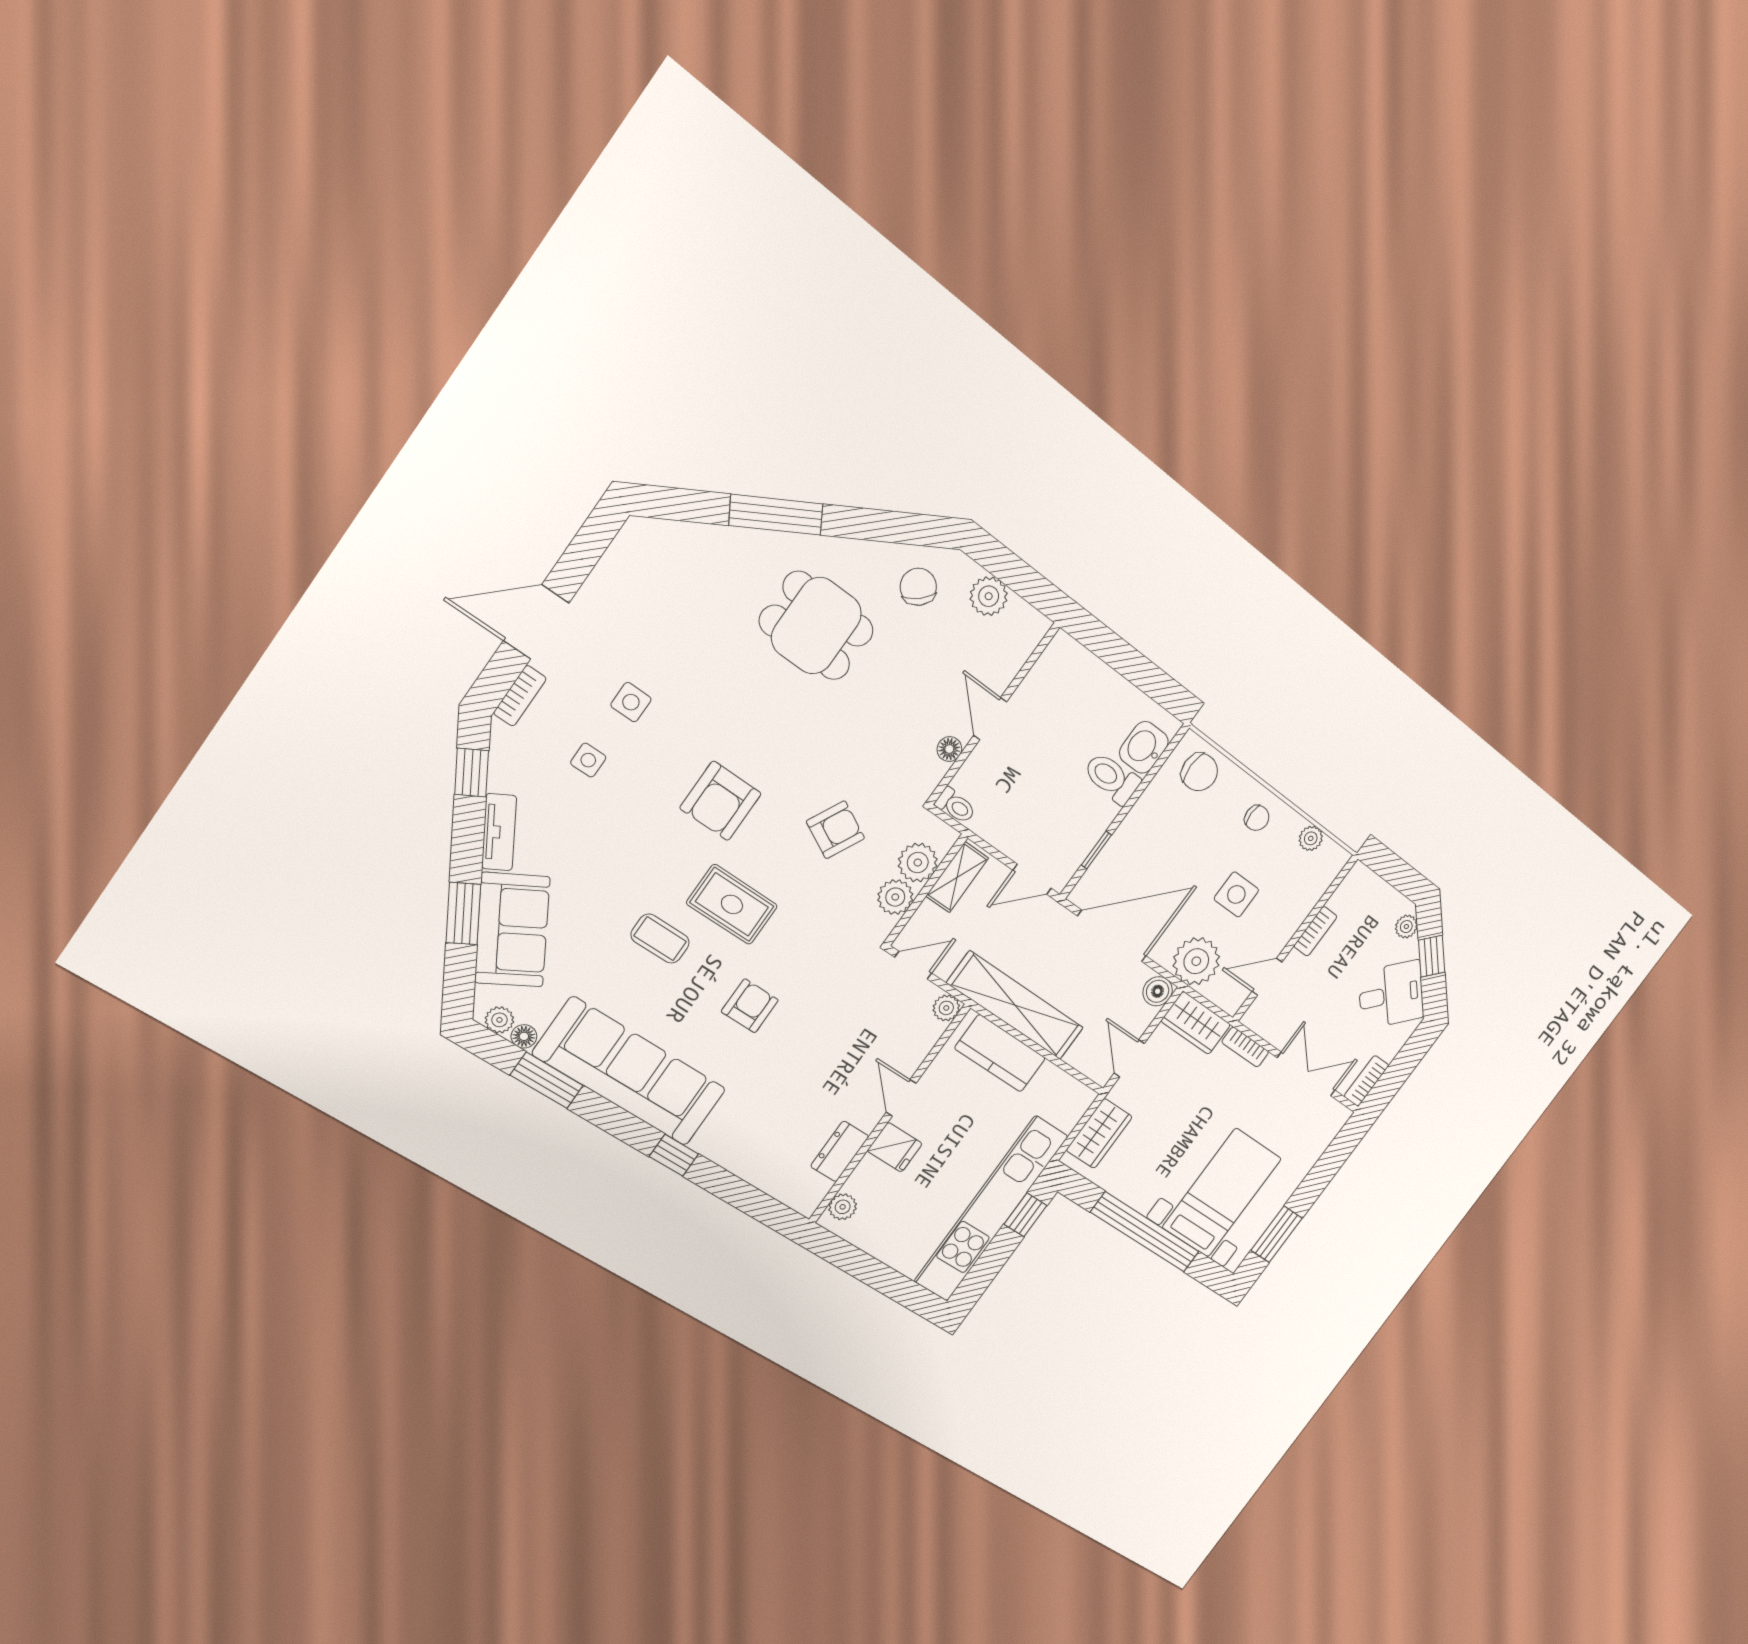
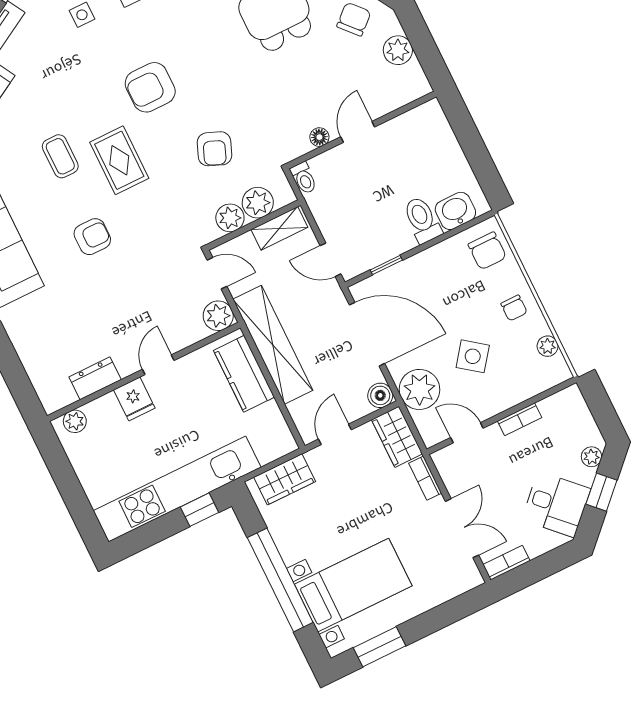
armchair: (835, 830) -> (214, 149), turned 85
side table: (1236, 894) -> (473, 356), turned 37
plant: (946, 1008) -> (218, 316), width x1.38, depth x1.38

